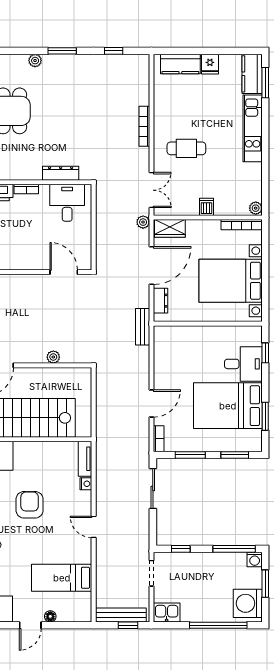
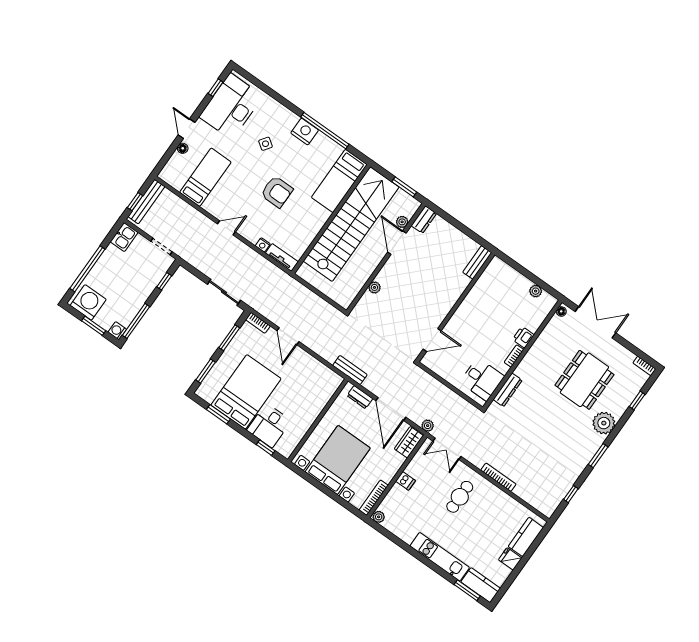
plant: (35, 61) -> (604, 423), width x1.88, depth x1.88

